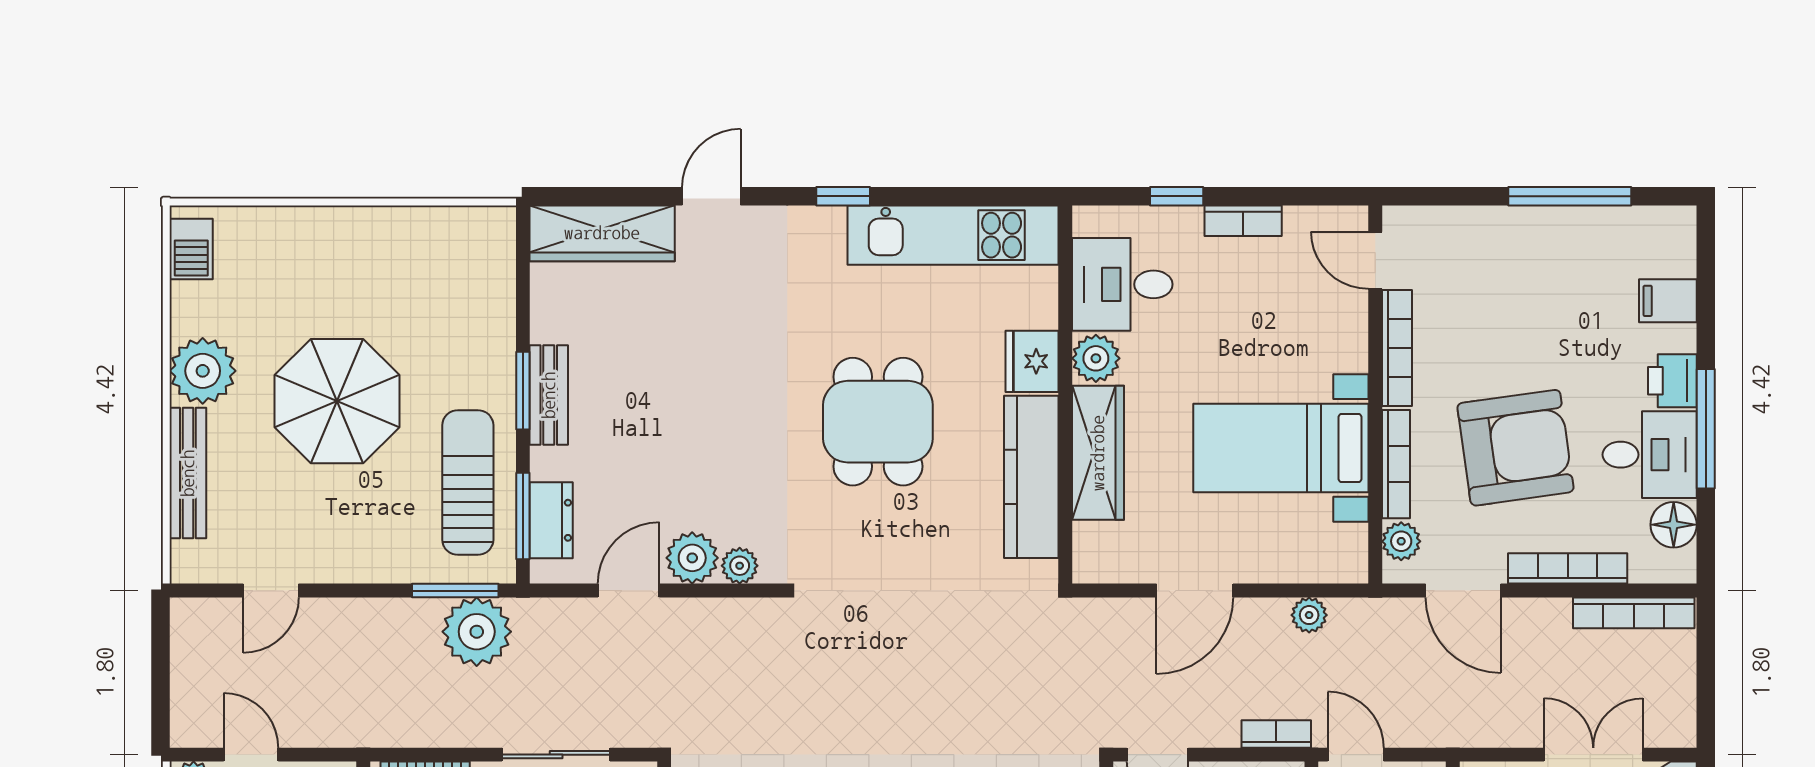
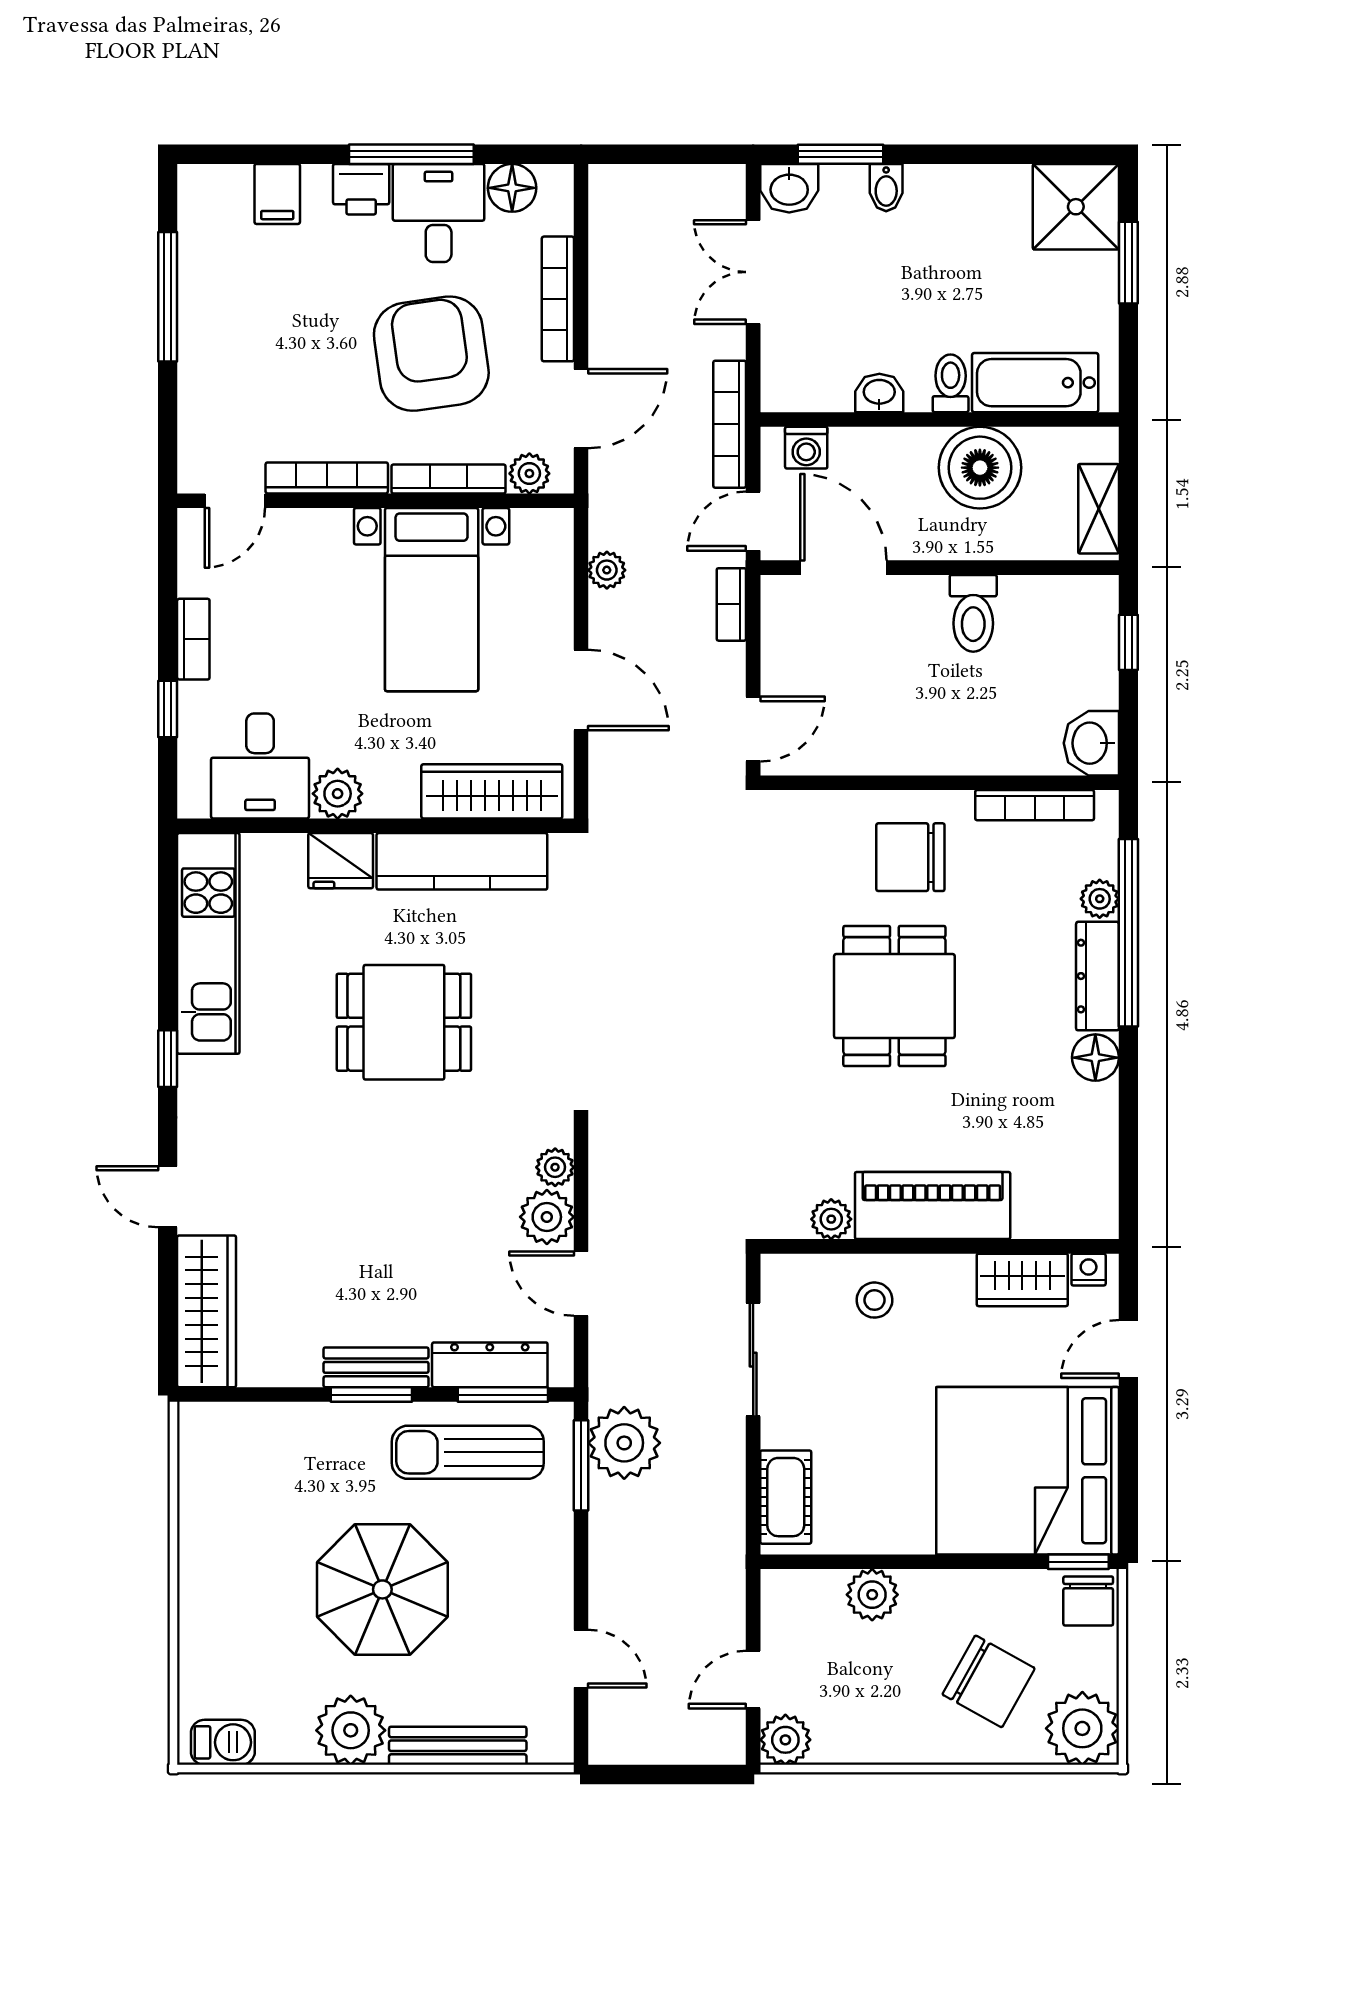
wardrobe: (1098, 453) -> (492, 791), moved
dresser: (551, 520) -> (490, 1365), width x1.44
bookcase: (1634, 613) -> (730, 424), moved, turned 180

